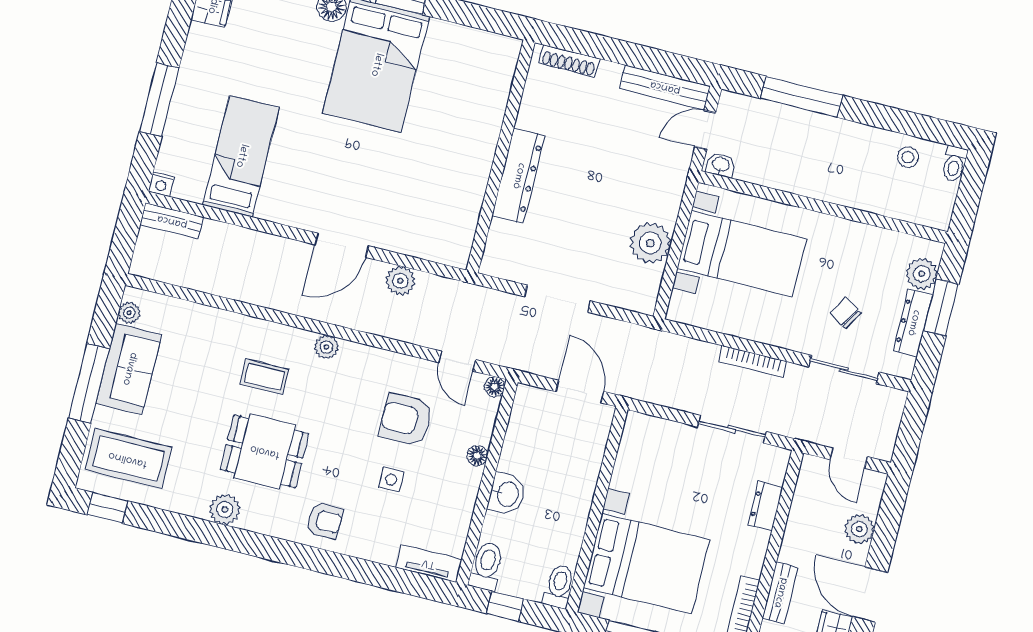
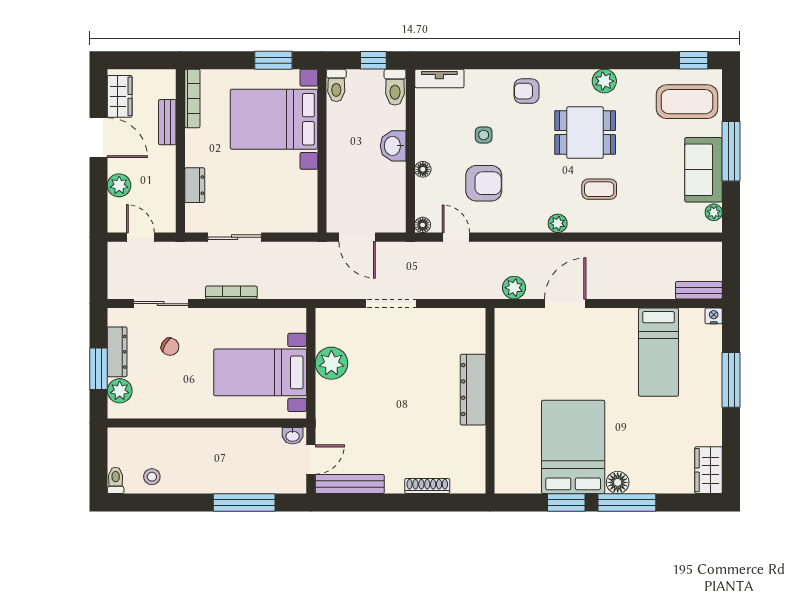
wall: (501, 156) -> (490, 401), moved
dresser: (518, 176) -> (473, 390), moved

